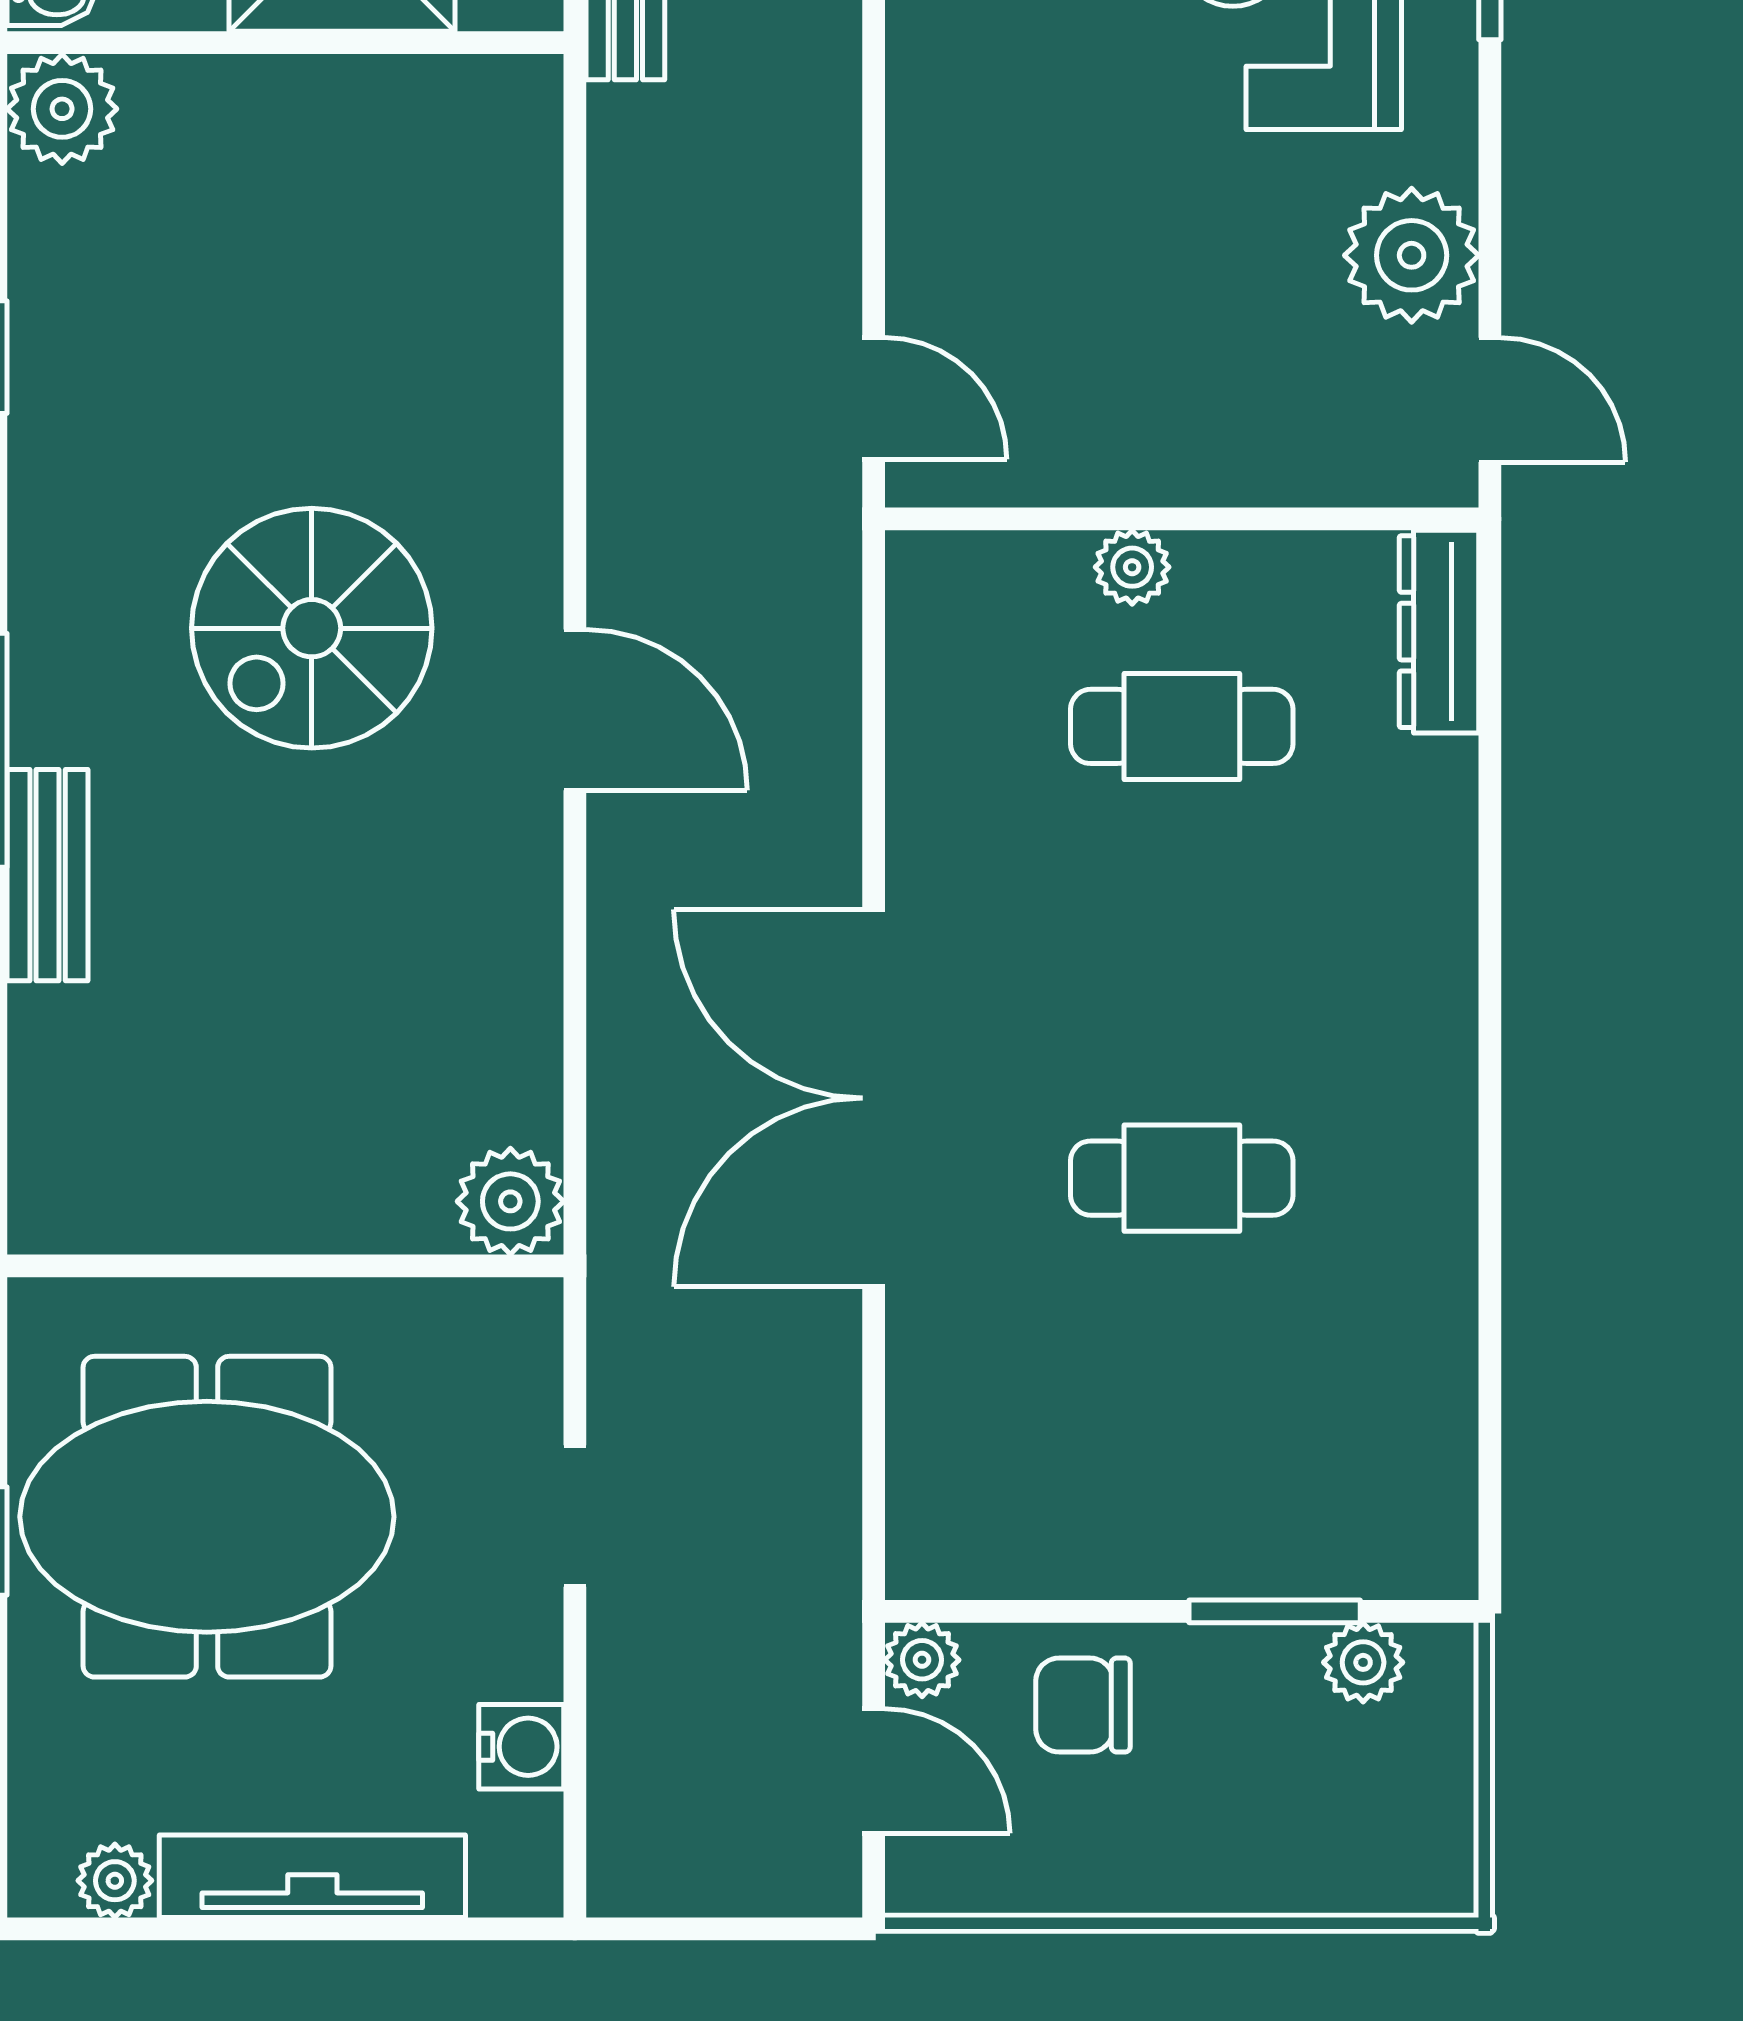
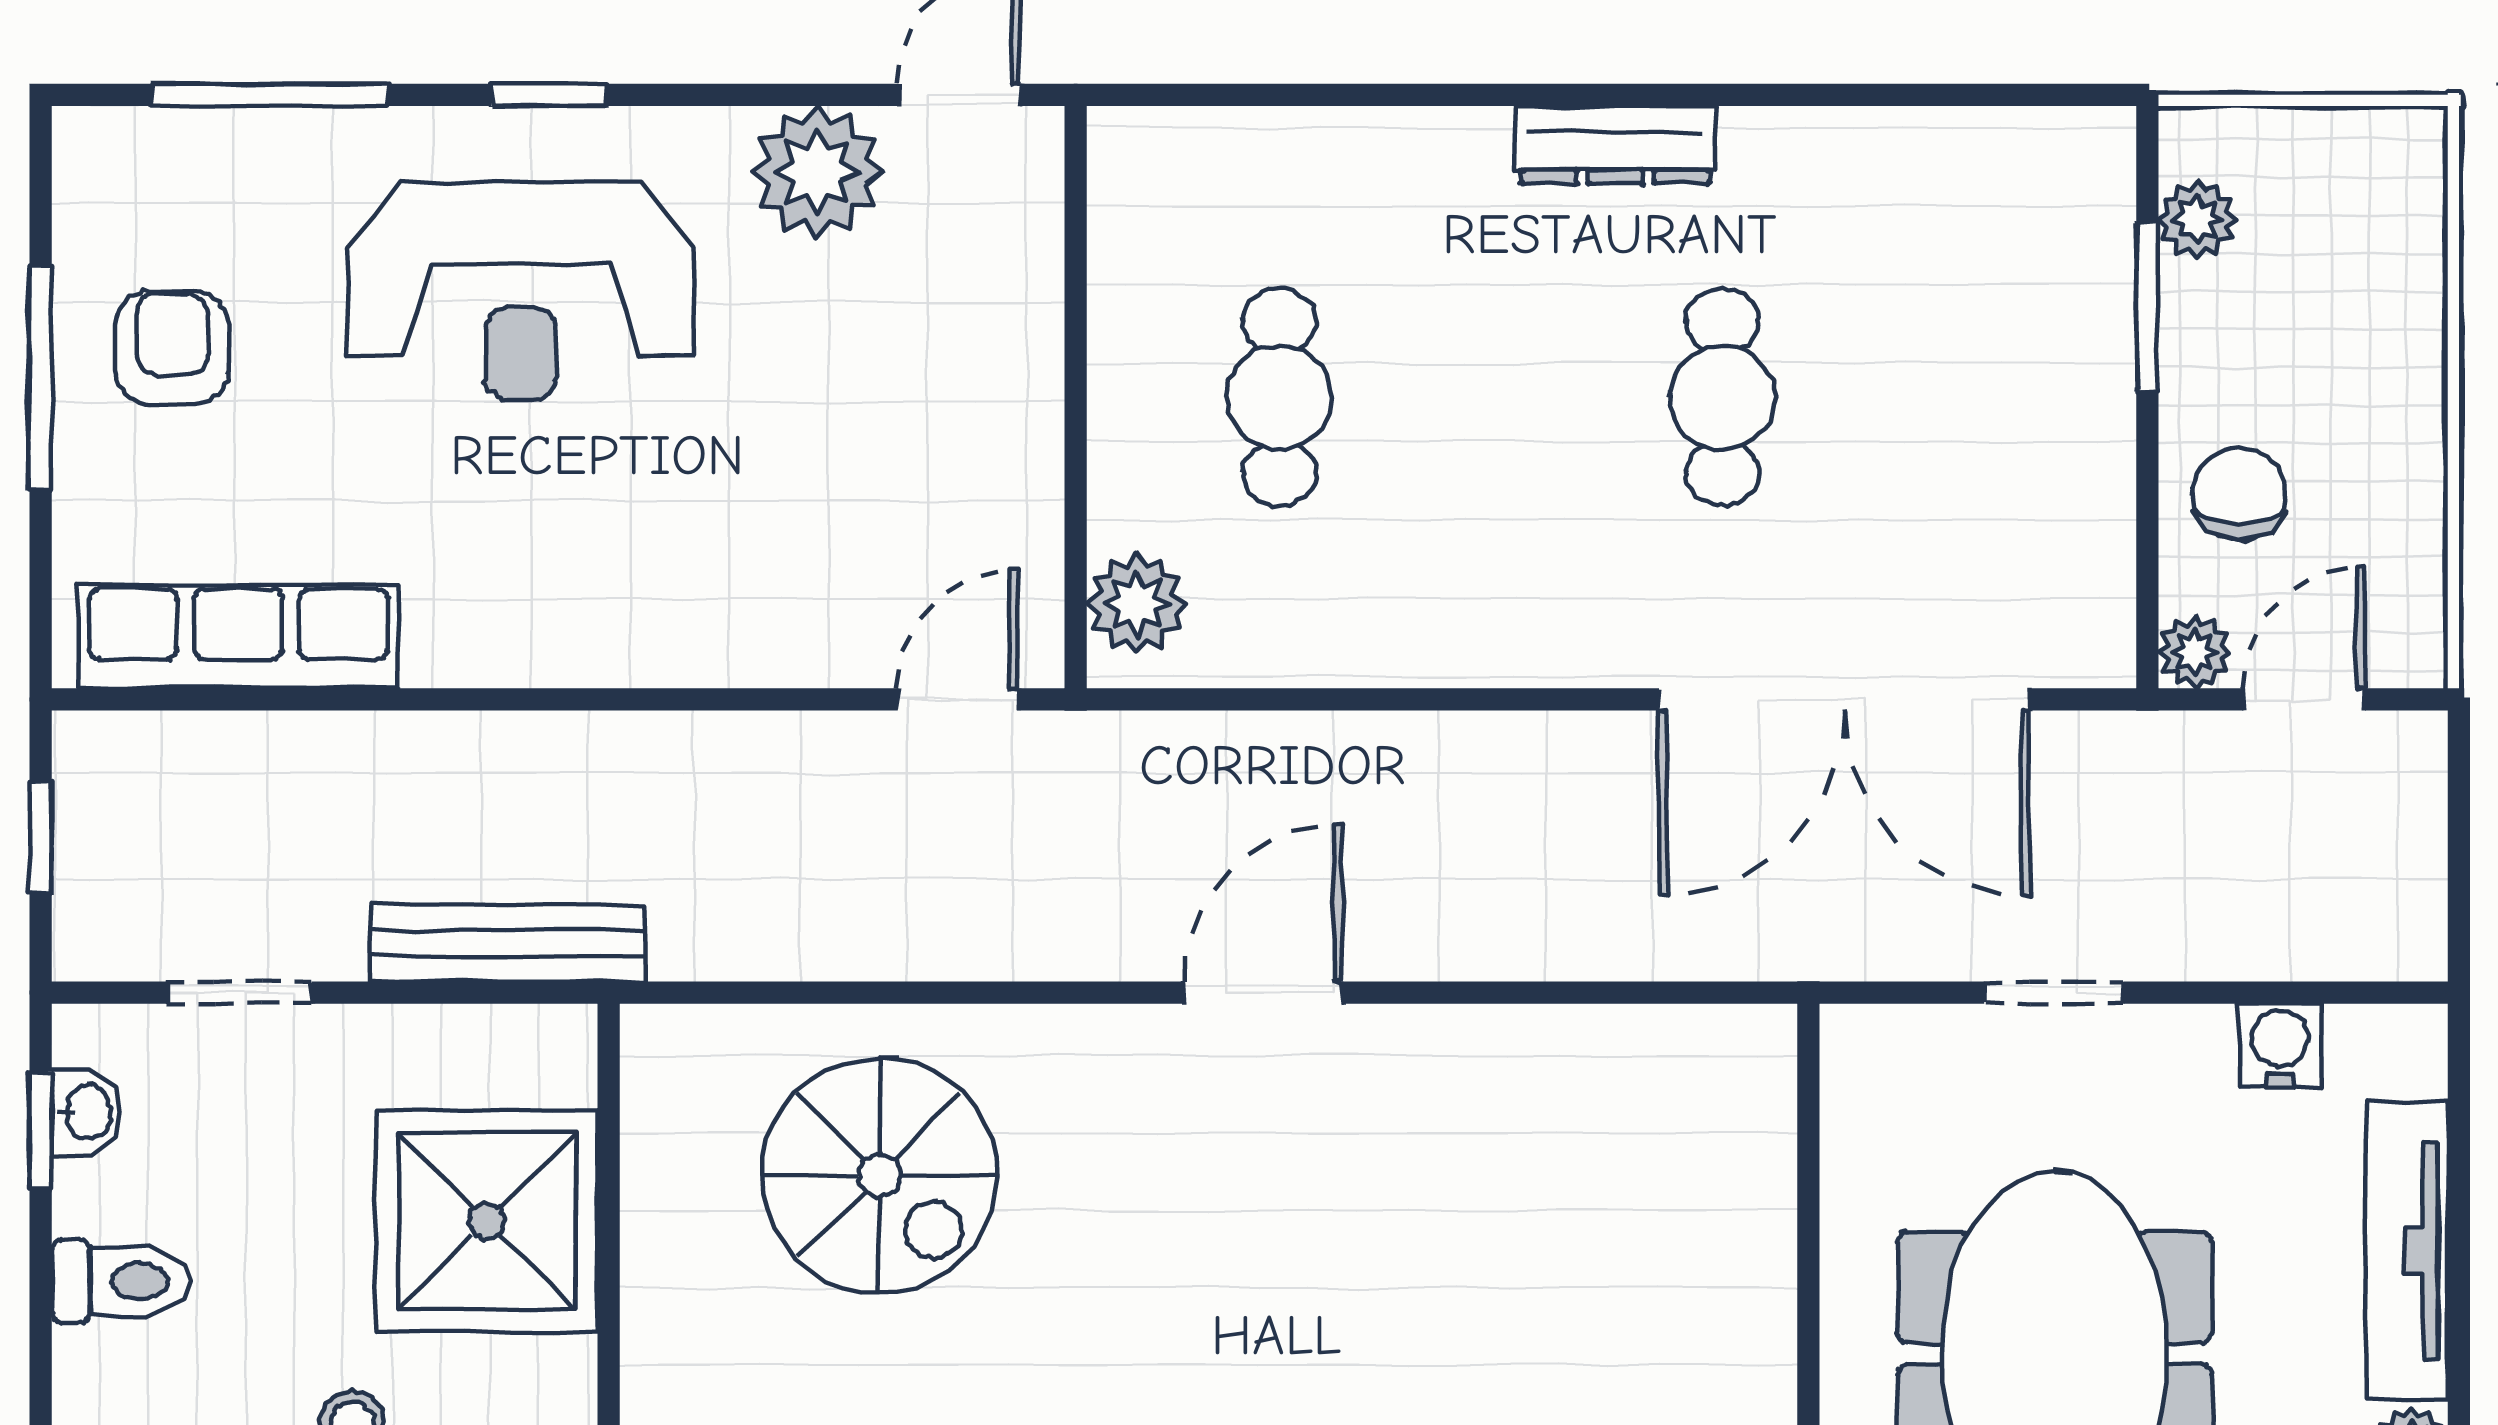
plant: (1132, 567) -> (1137, 604), moved, width x1.38, depth x1.38
spiral stairs: (312, 628) -> (879, 1175), moved
dresser: (1439, 632) -> (1615, 145), moved
double door: (874, 1098) -> (1844, 699), moved
plant: (510, 1201) -> (1745, 1056), removed
chair: (1083, 1705) -> (2239, 494), turned 180

